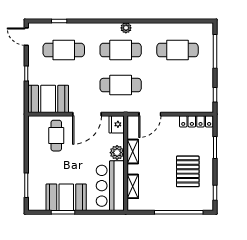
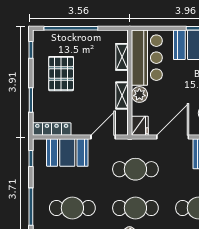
booth: (182, 100) -> (67, 153), added

